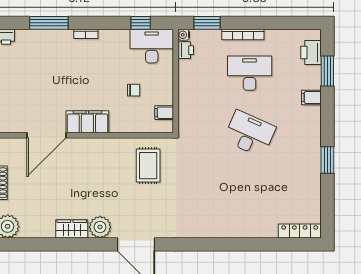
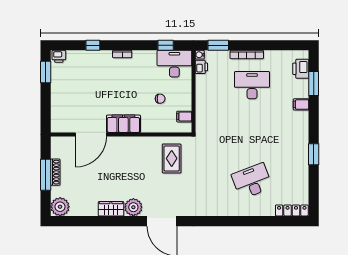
window: (49, 23) -> (93, 45), width x0.46
desk: (250, 134) -> (252, 181), moved, turned -45

